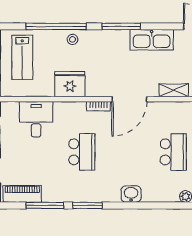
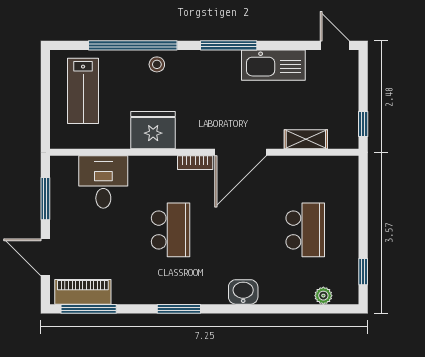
window: (45, 205) -> (89, 309), moved

